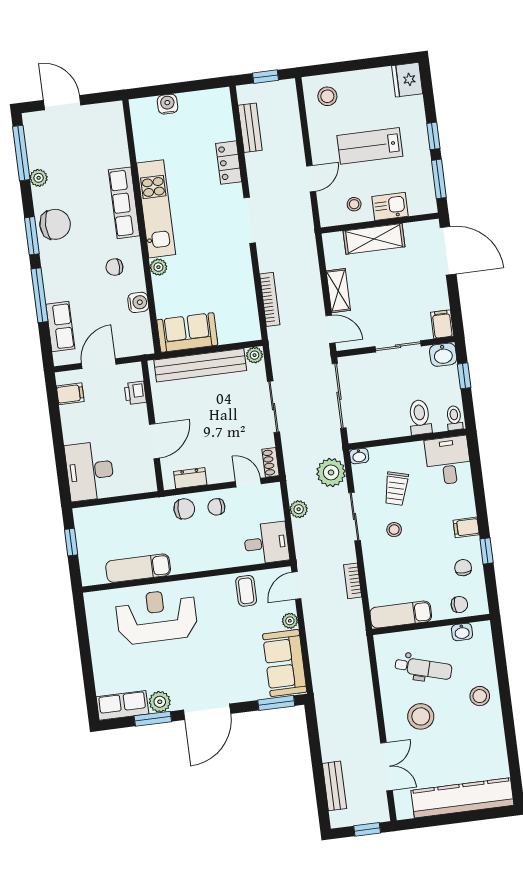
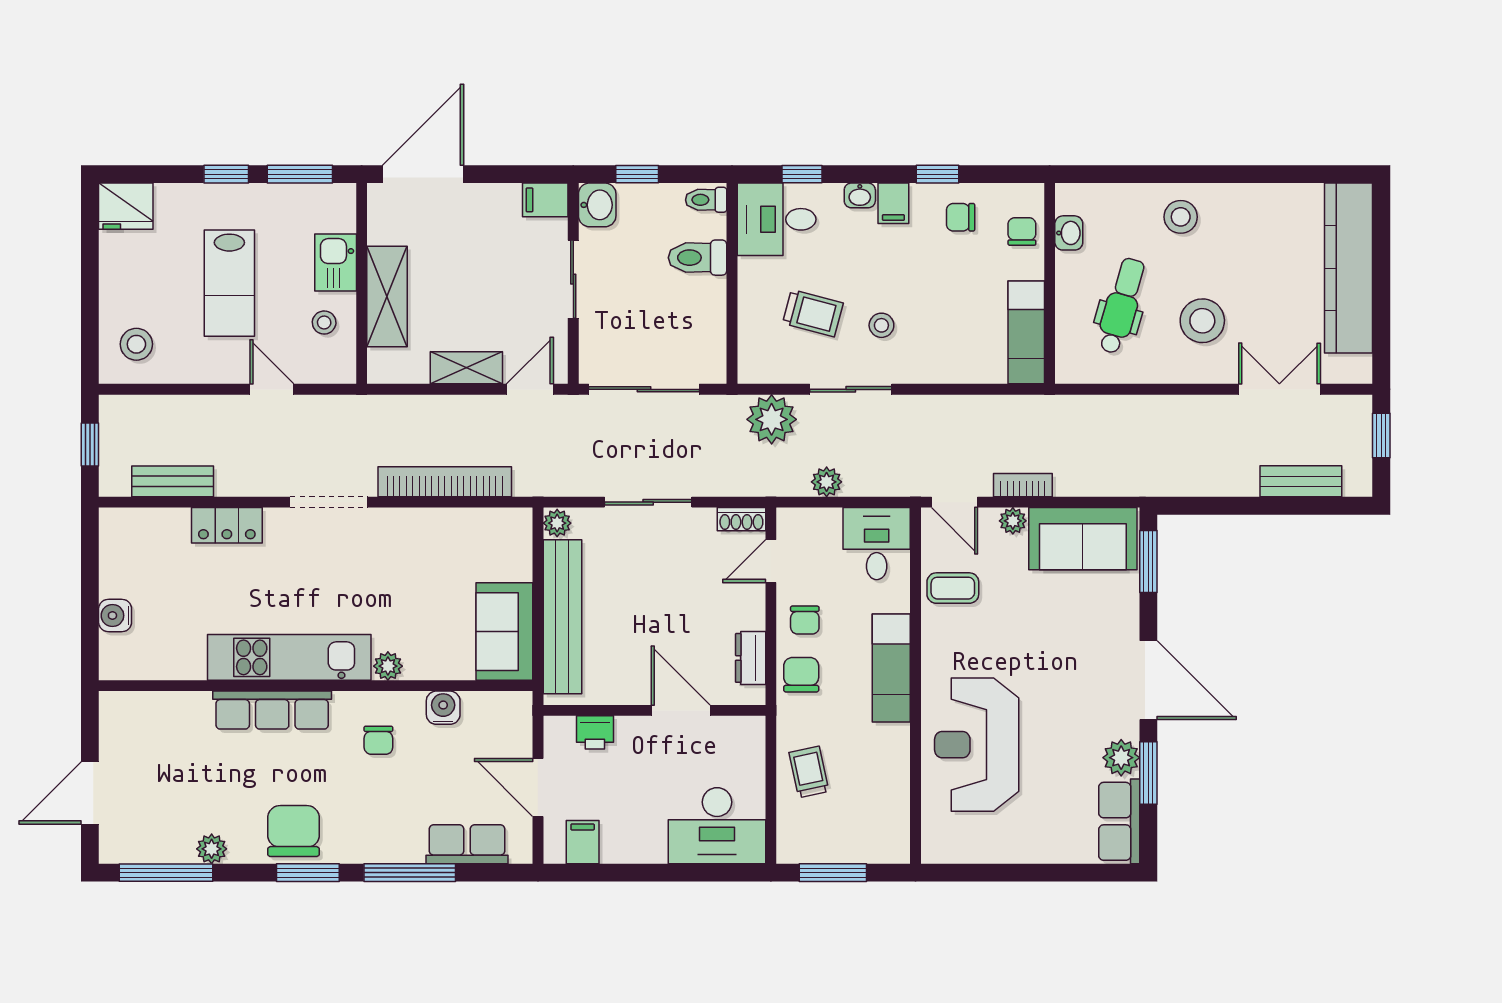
bookcase: (270, 299) -> (445, 482), width x1.48, depth x1.31
washbasin: (359, 456) -> (860, 195), moved, turned 90
window: (476, 472) -> (802, 174), added
trolley: (128, 521) -> (809, 772), added
window: (71, 542) -> (833, 873), width x1.50
exam couch: (138, 568) -> (891, 668), moved
bookcase: (353, 581) -> (1023, 485), moved, turned 180

